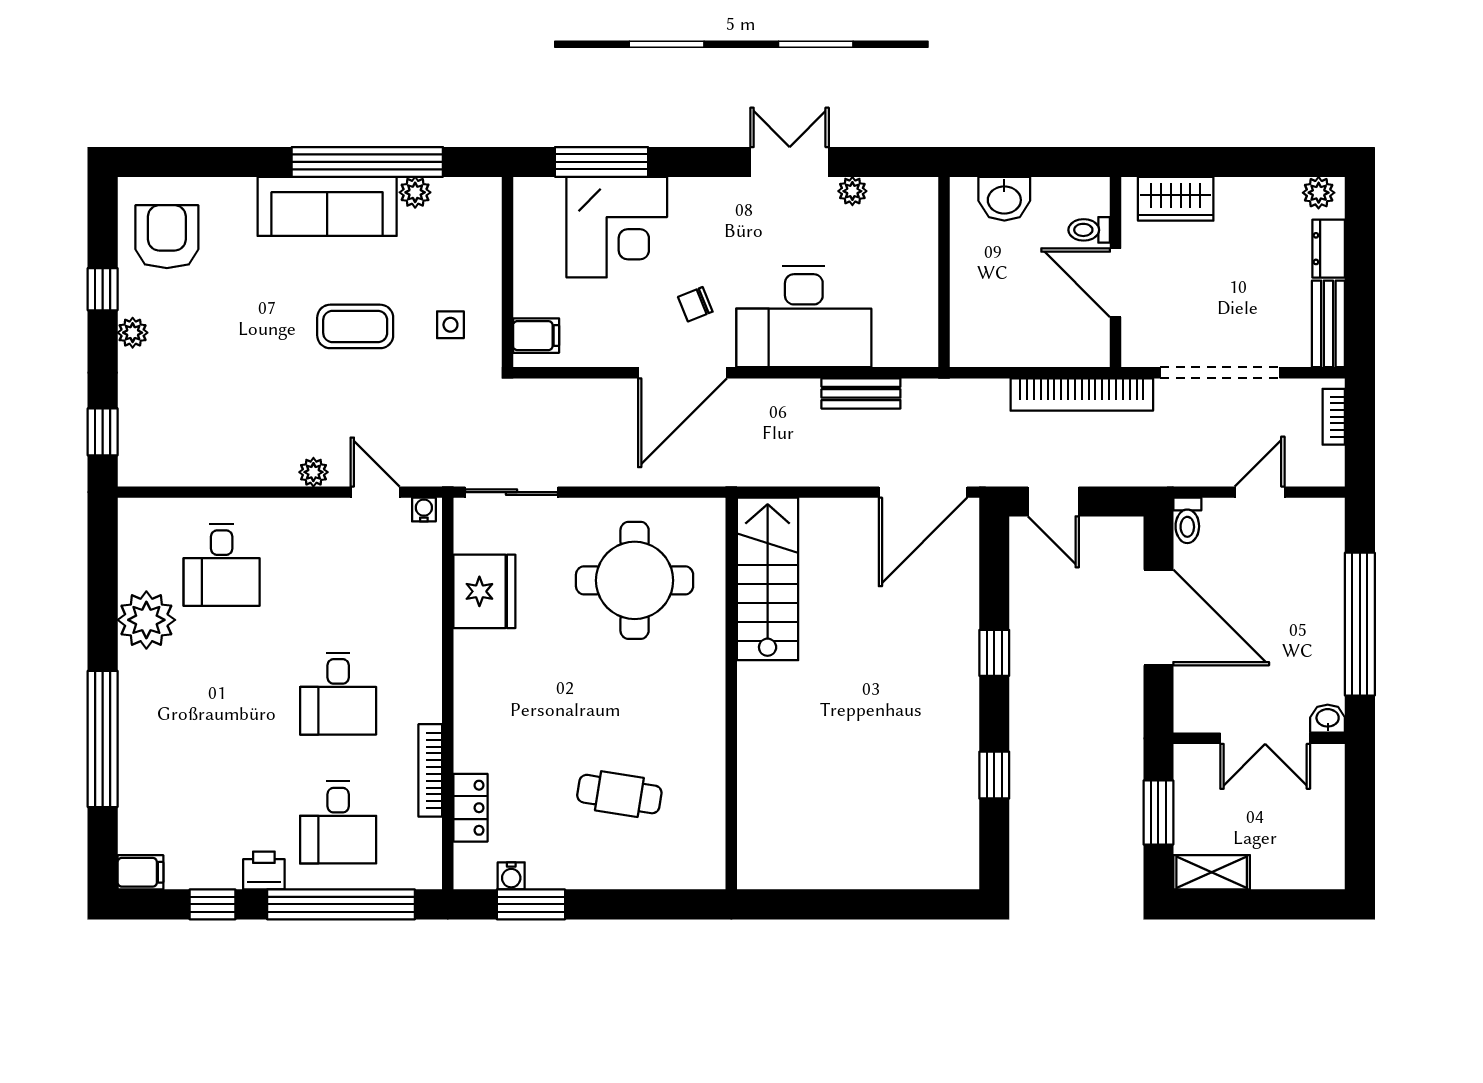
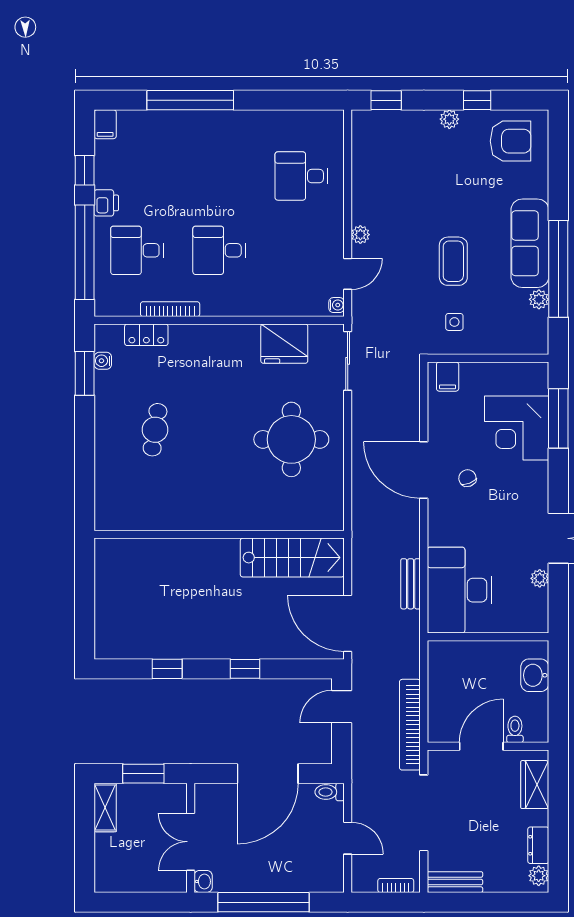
dresser: (1329, 249) -> (538, 845), moved, turned -90
desk: (804, 317) -> (460, 590), moved
stairs: (768, 579) -> (292, 558), moved
plant: (146, 620) -> (266, 128), removed
wall: (731, 694) -> (219, 534), moved

